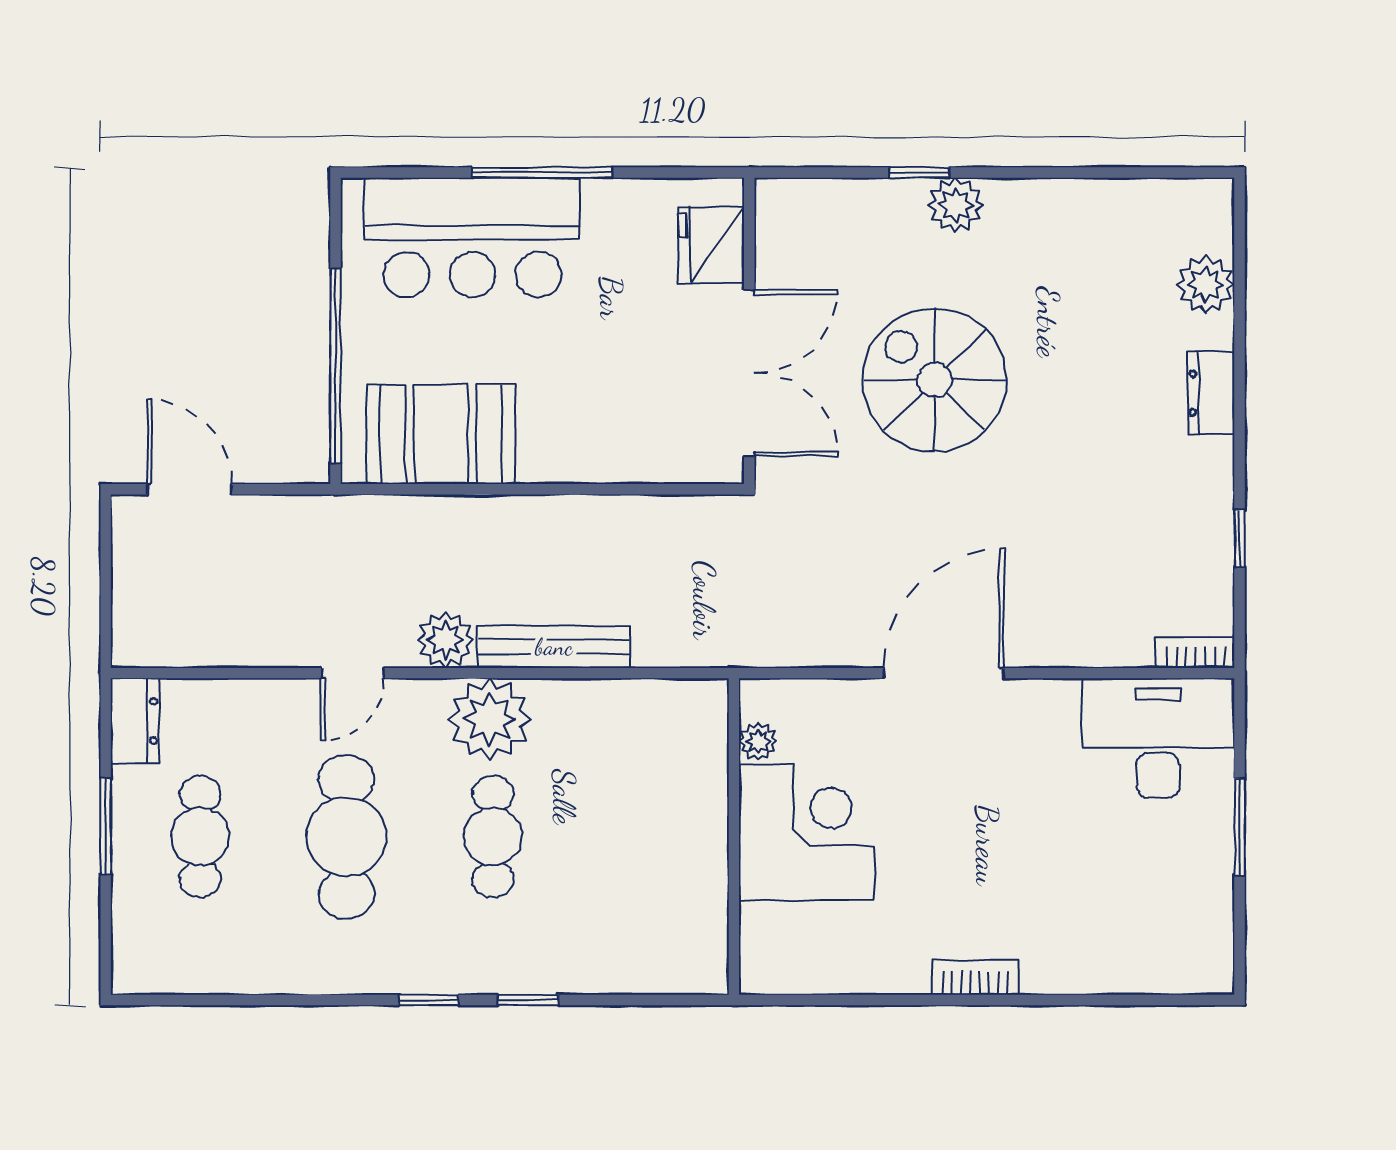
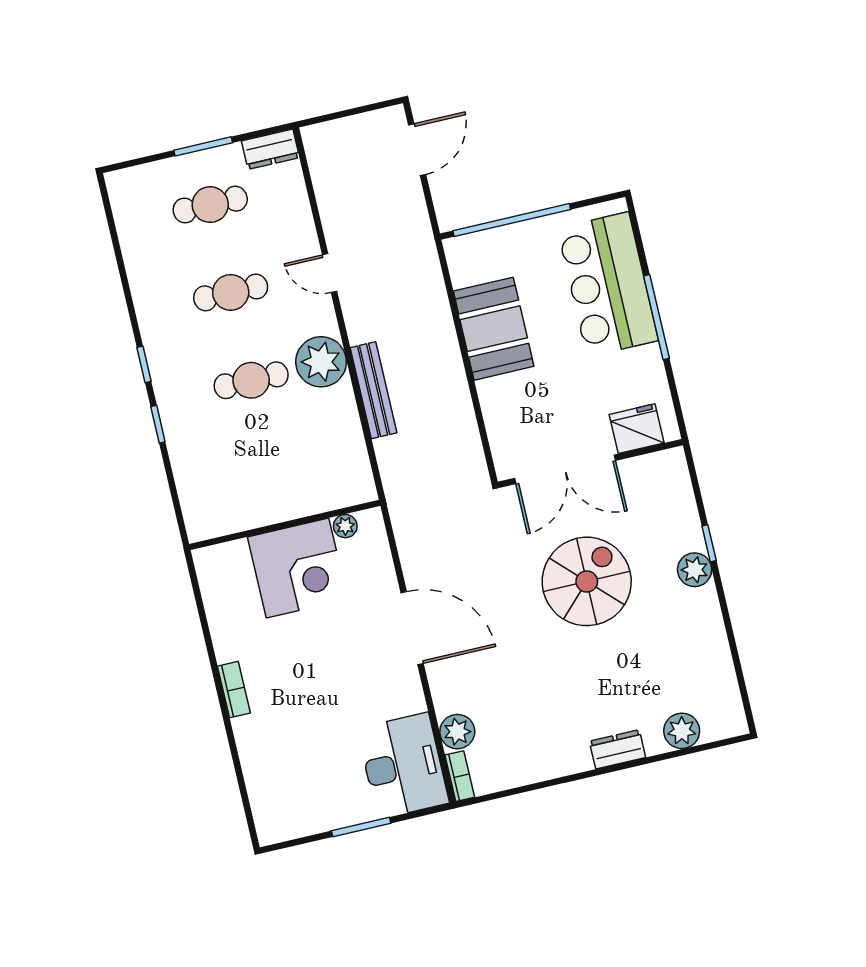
booth: (441, 434) -> (494, 329), moved
window: (1240, 538) -> (534, 787), removed
plant: (445, 640) -> (457, 732), moved
cafe table: (347, 837) -> (231, 292), width x0.73, depth x0.74

